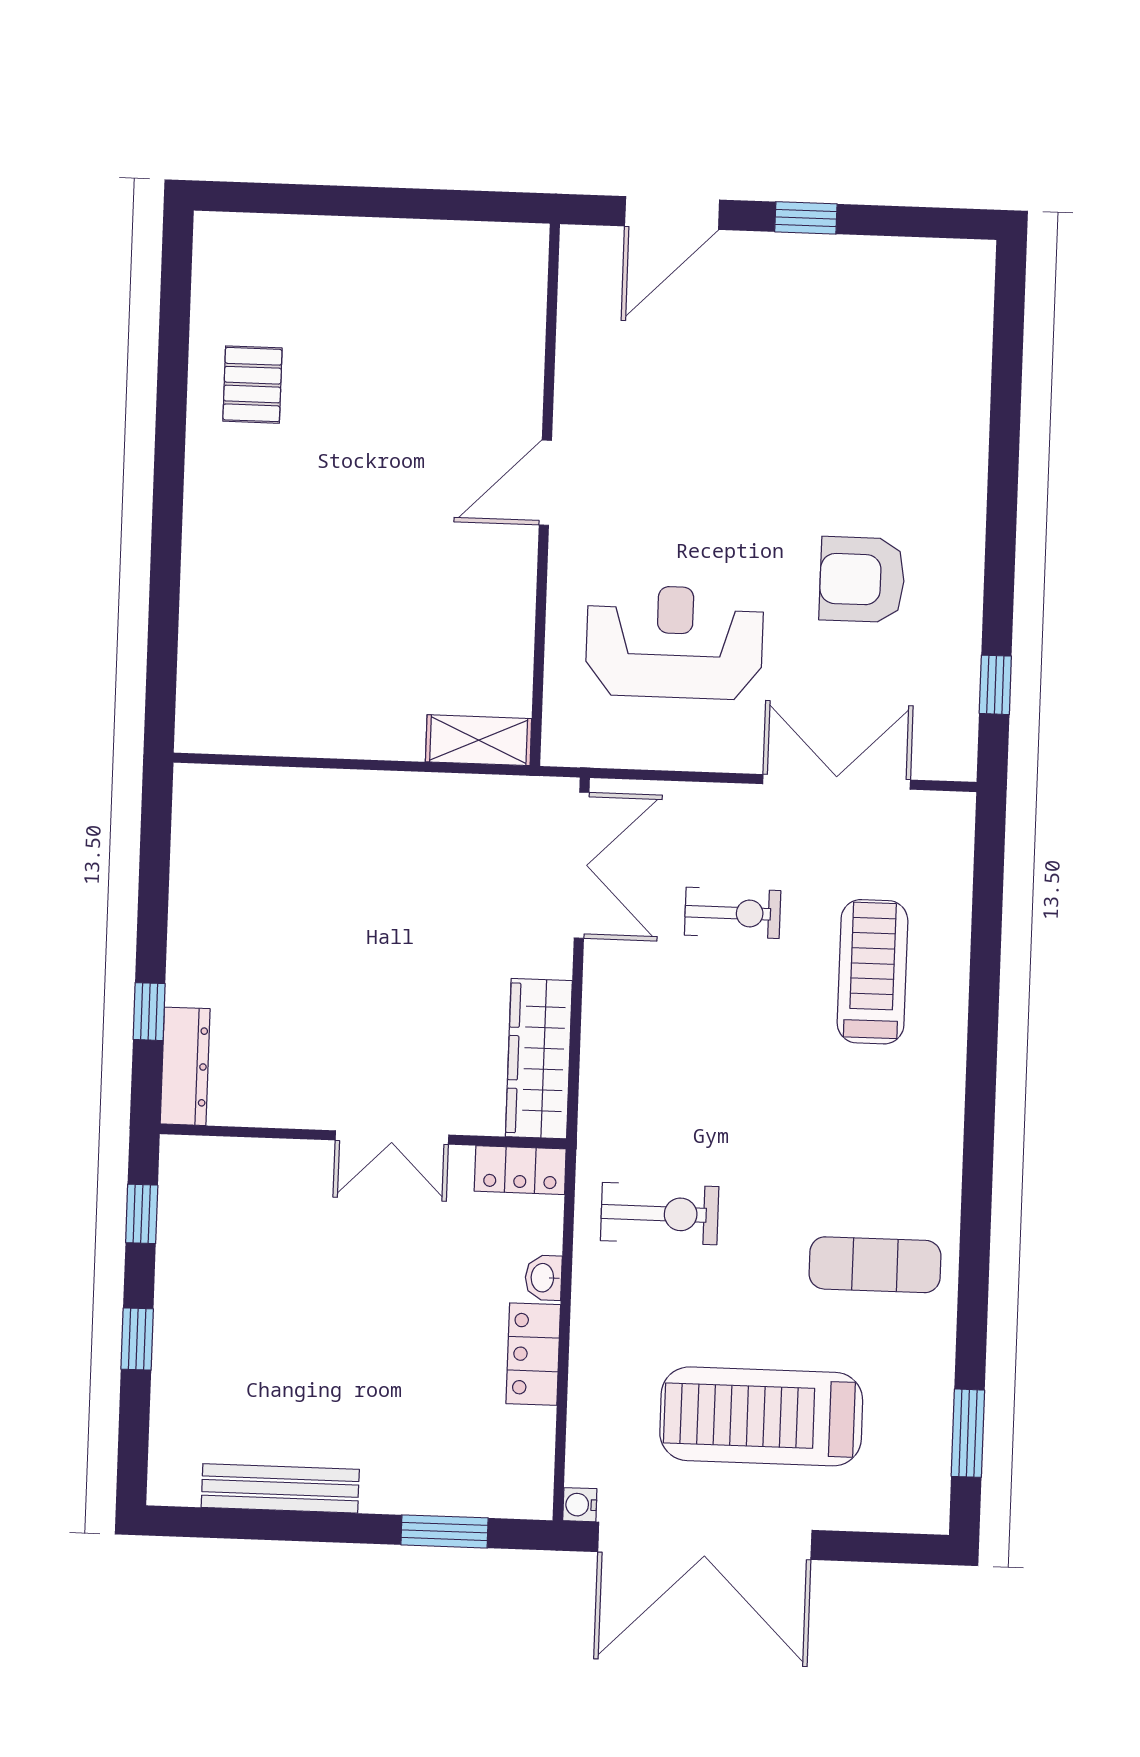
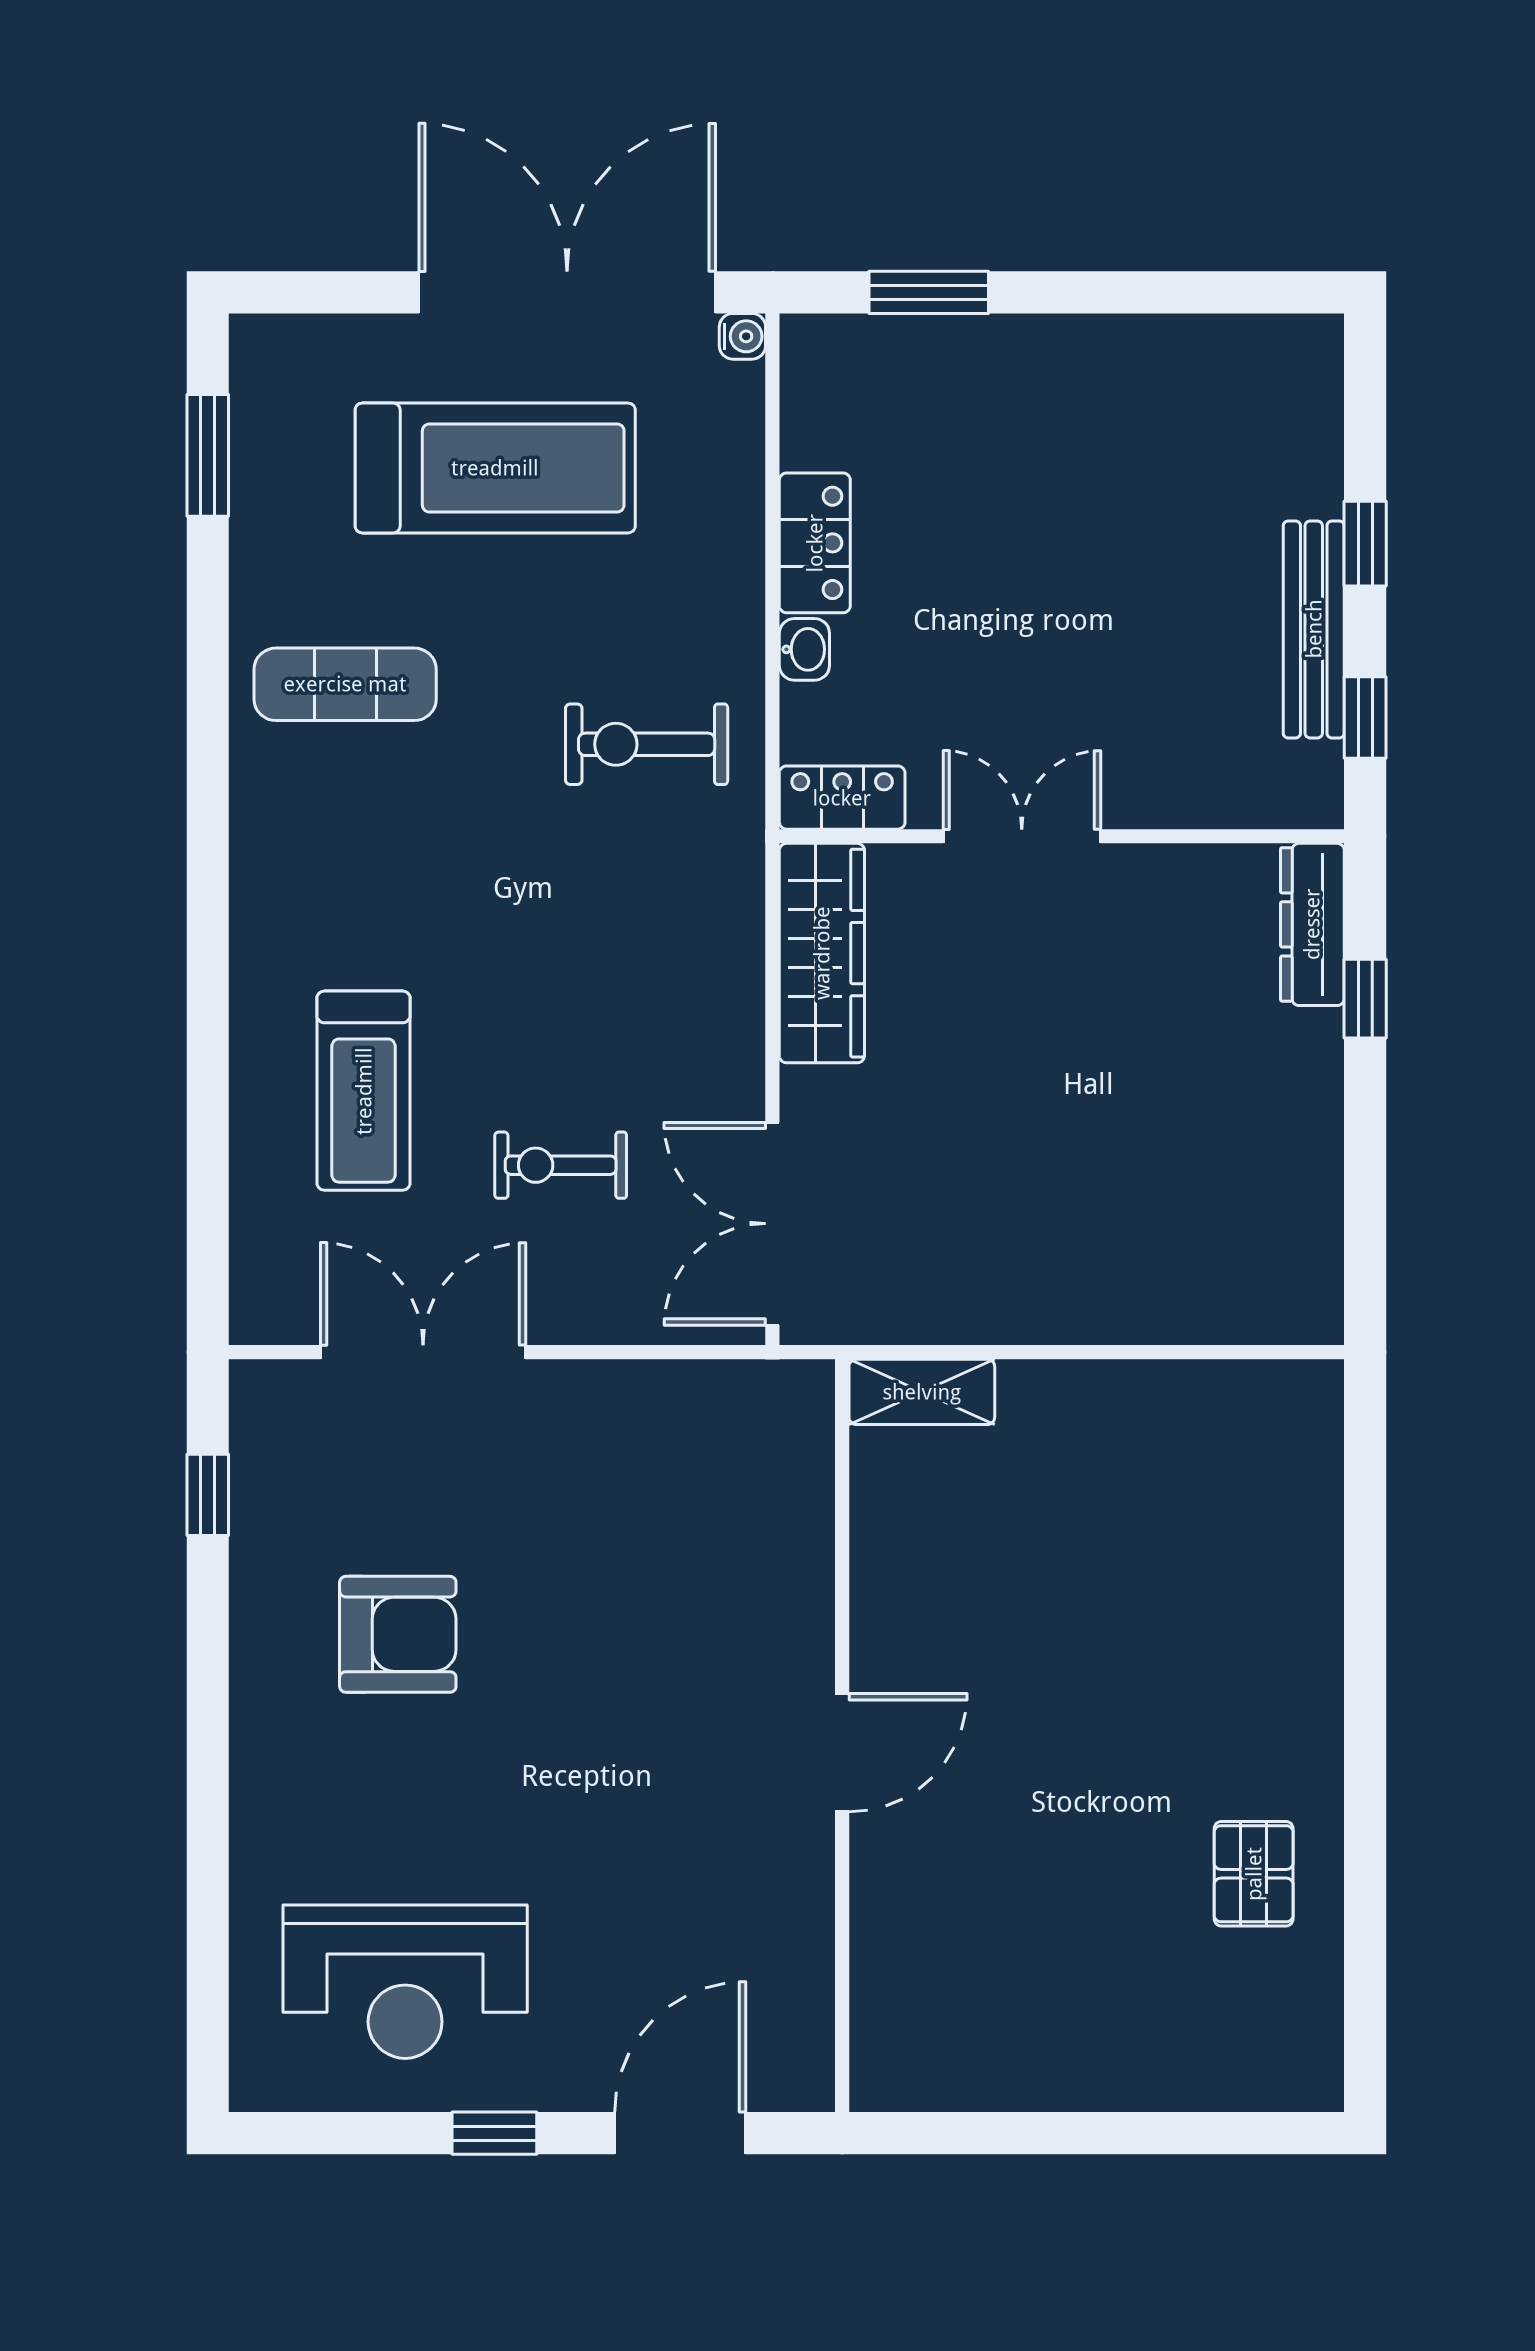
reception desk: (674, 642) -> (405, 1982), moved
double door: (837, 782) -> (423, 1352), swing flipped
bench: (280, 1488) -> (1314, 629), moved, turned 90

